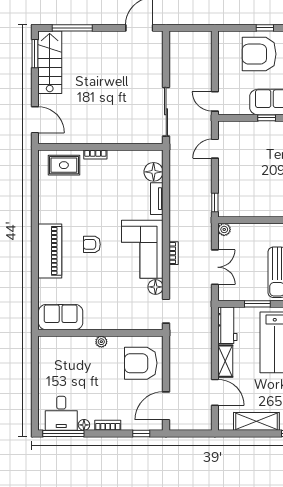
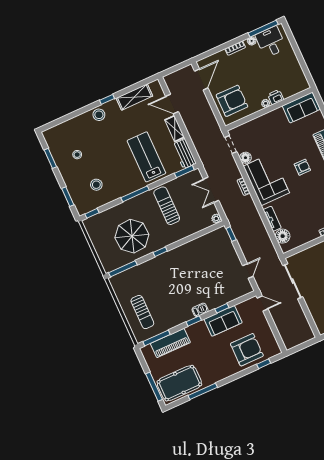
window: (265, 28) -> (264, 364), moved
window: (257, 304) -> (184, 171), moved
printer: (86, 344) -> (276, 97), added
window: (141, 434) -> (210, 53), removed

